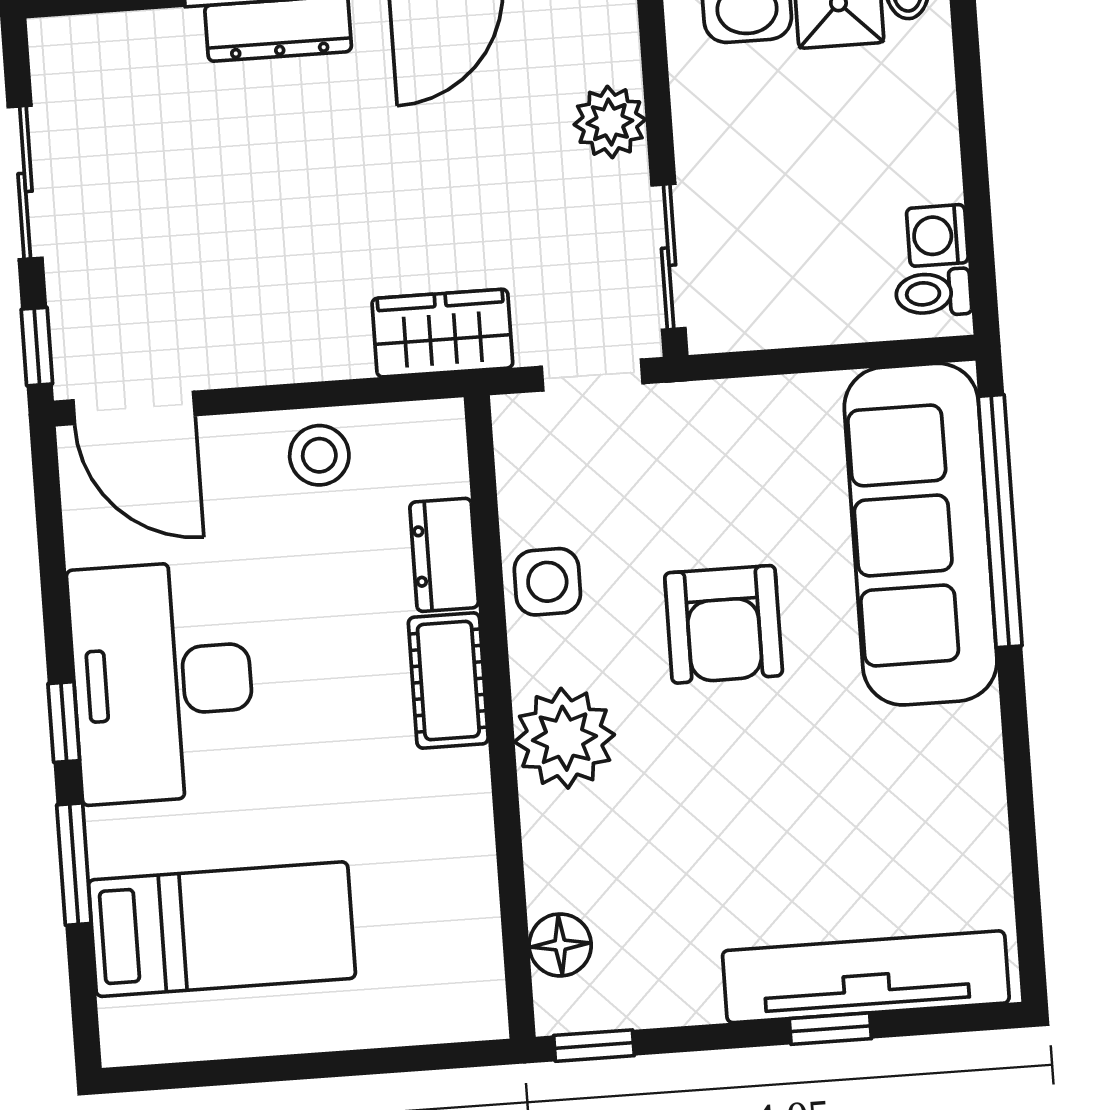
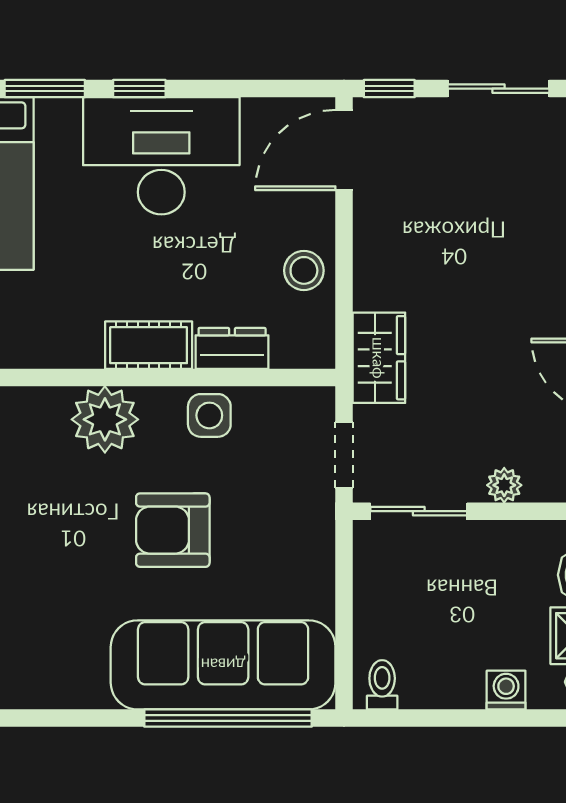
plant: (610, 122) -> (504, 485), width x0.73, depth x0.73
washing machine: (937, 235) -> (506, 690), moved

